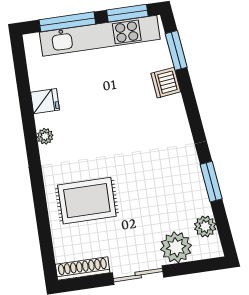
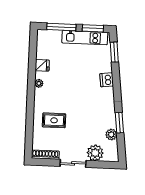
kitchen unit: (100, 36) -> (85, 38), width x0.73
dishwasher: (166, 83) -> (107, 80), moved
rug: (87, 201) -> (54, 120), width x0.73, depth x0.70
plant: (205, 227) -> (111, 135), moved

